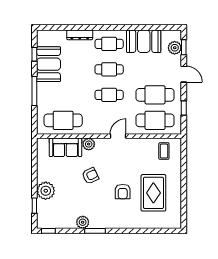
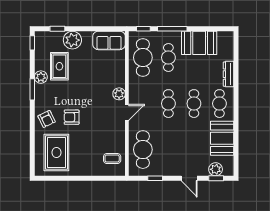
window: (34, 54) -> (143, 29), moved
door: (184, 74) -> (189, 178), hinge flipped
cafe table: (155, 95) -> (168, 58), moved, width x0.73, depth x0.74
door: (118, 136) -> (127, 112), hinge flipped
plant: (89, 144) -> (119, 94), moved
sofa: (65, 147) -> (109, 40), moved, turned -90
armchair: (90, 176) -> (47, 119), moved
rug: (153, 193) -> (56, 152), moved, turned 90
rug: (72, 204) -> (59, 66), added

